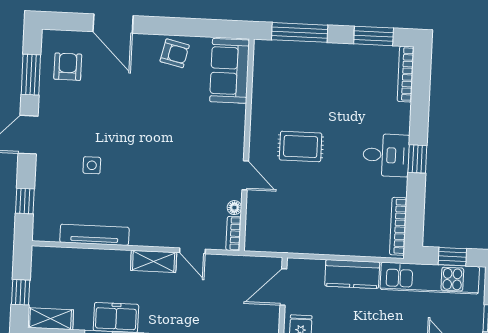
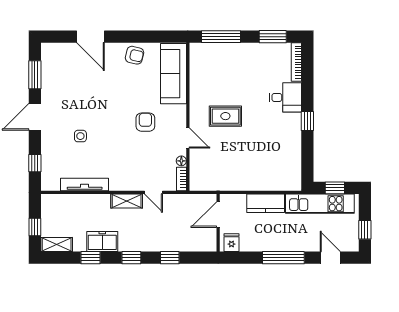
armchair: (68, 67) -> (145, 122), moved
sofa: (230, 71) -> (173, 74), width x1.36
desk: (386, 155) -> (285, 97), moved
bookcase: (398, 226) -> (296, 169), removed

